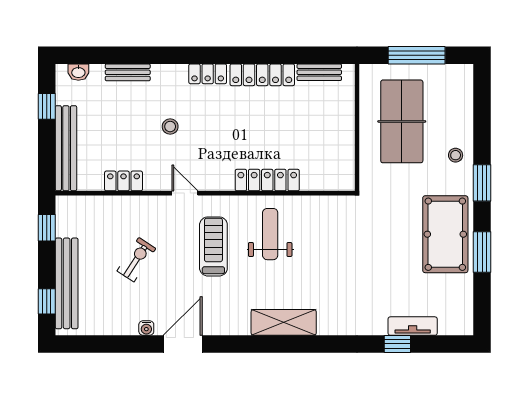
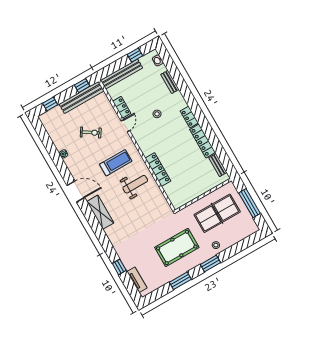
door: (185, 193) -> (125, 126), moved
pool table: (445, 234) -> (177, 247), moved
bench: (67, 283) -> (81, 97), moved
tv unit: (413, 326) -> (137, 280), moved
door: (183, 344) -> (76, 191), moved

